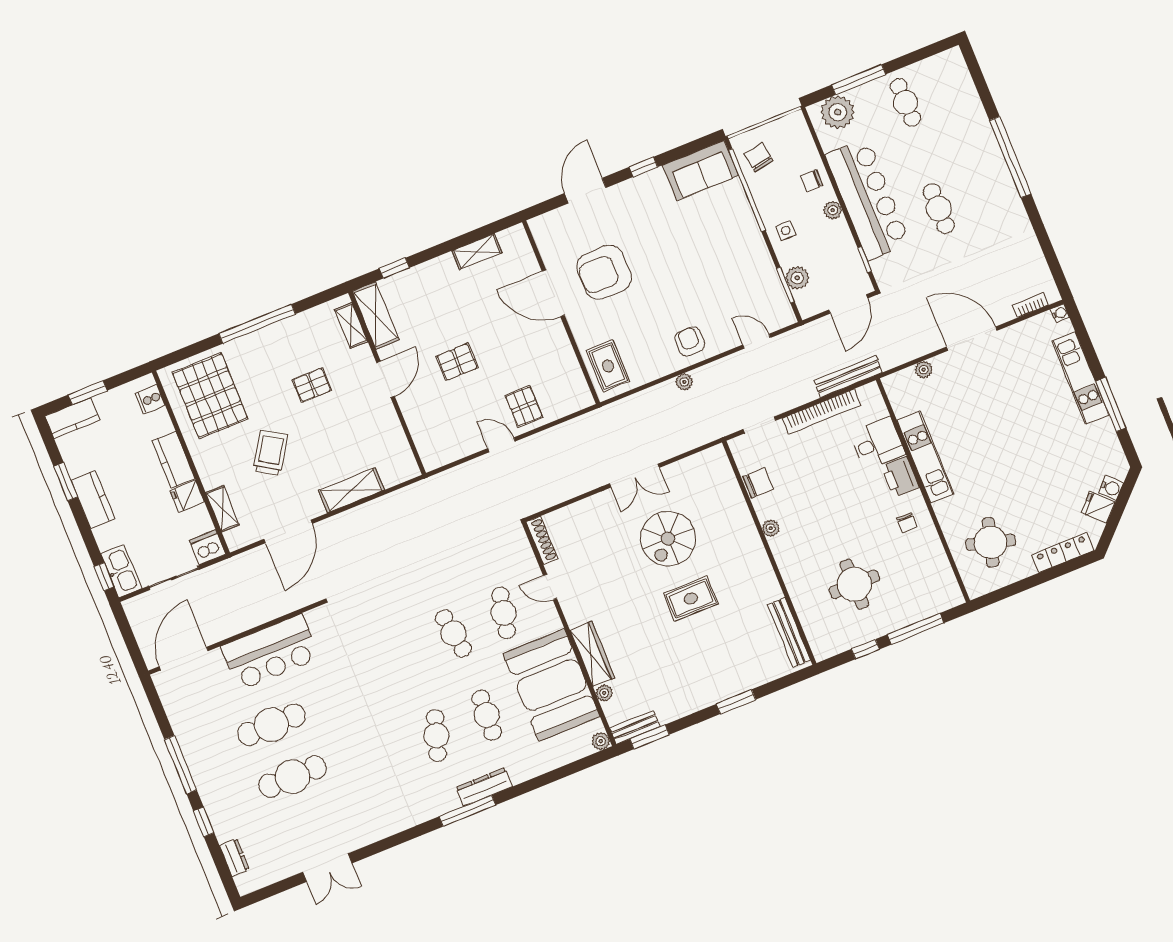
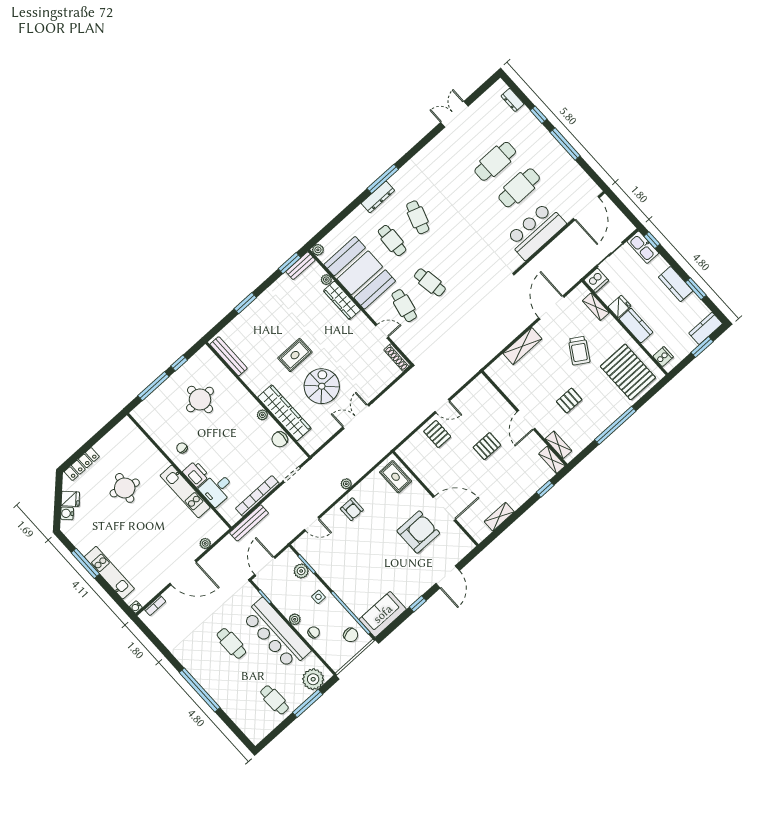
shelving: (376, 316) -> (552, 460), width x0.67, depth x0.75
wardrobe: (737, 519) -> (284, 413), added
round table: (991, 542) -> (125, 488), moved

